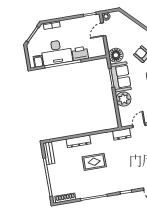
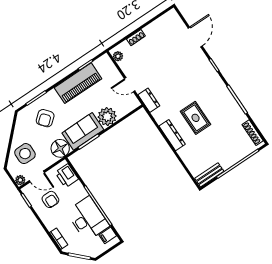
side table: (123, 28) -> (25, 154), added
armchair: (82, 32) -> (50, 199), added
printer: (80, 54) -> (67, 176), moved
dresser: (79, 141) -> (172, 135), moved

